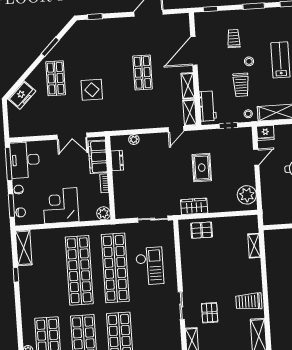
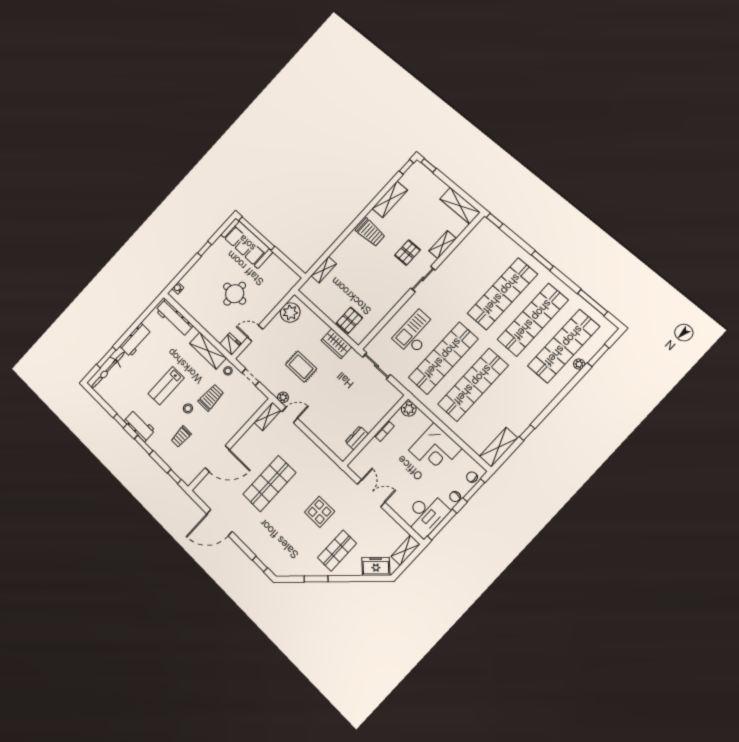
shop shelf: (143, 72) -> (269, 483), width x1.43, depth x1.36
shelving: (188, 86) -> (405, 550), moved
workbench: (208, 106) -> (140, 426), moved, turned 90
plant: (134, 139) -> (283, 397), moved
filing cabinet: (98, 157) -> (368, 456), removed
rug: (202, 168) -> (301, 367), turned 90
pallet: (202, 230) -> (349, 320), turned 90

